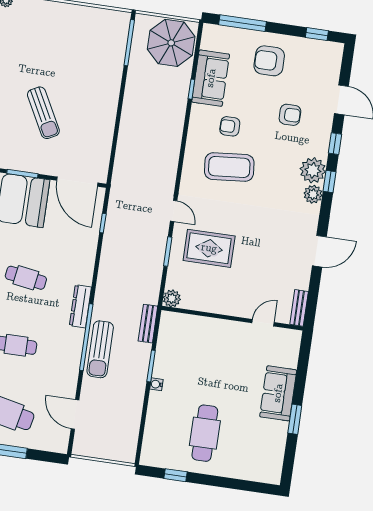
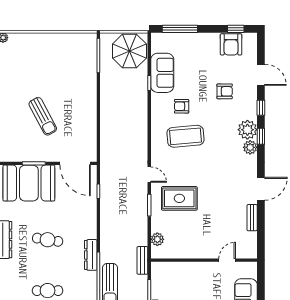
armchair: (269, 61) -> (231, 44), moved, turned -90
bench: (299, 308) -> (252, 218), moved
wall: (232, 318) -> (204, 260), moved
door: (263, 323) -> (227, 260), moved

